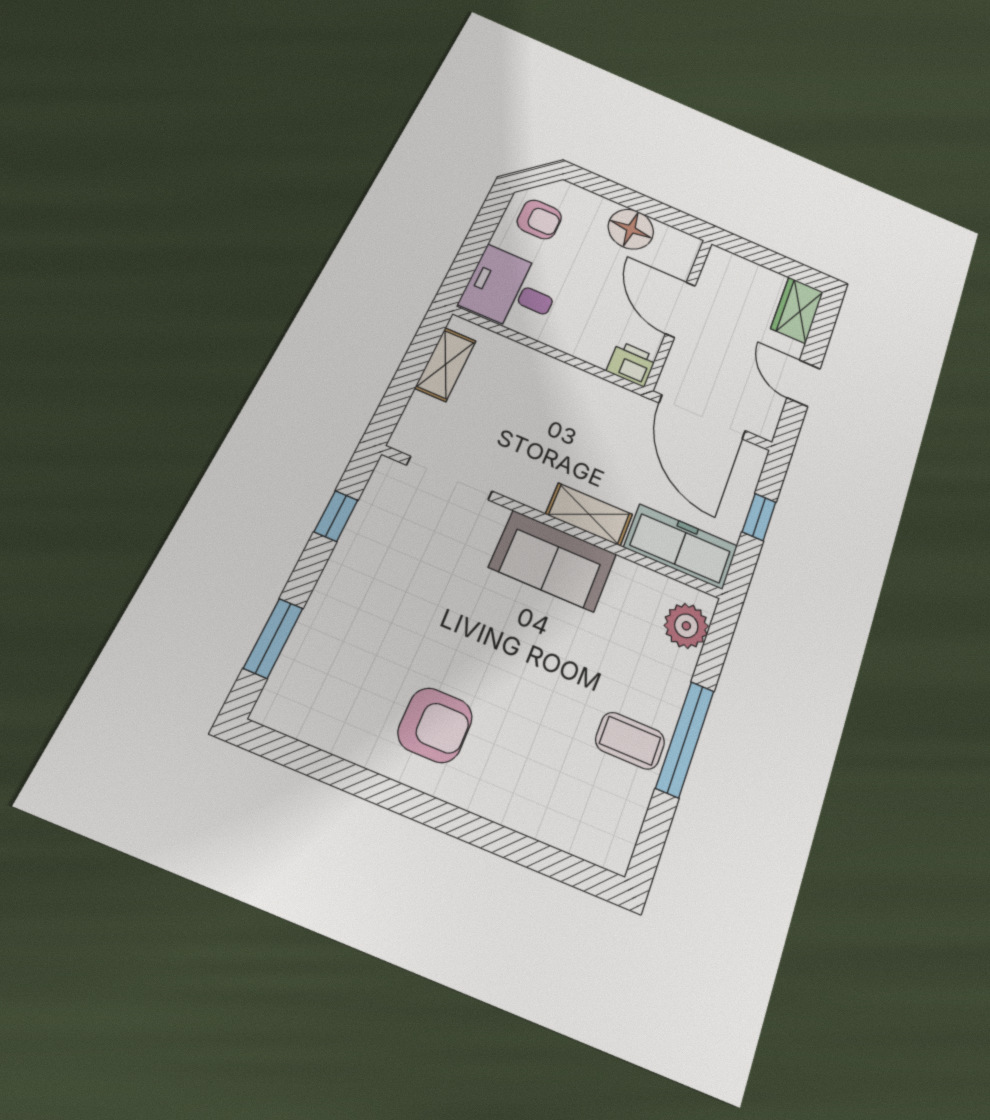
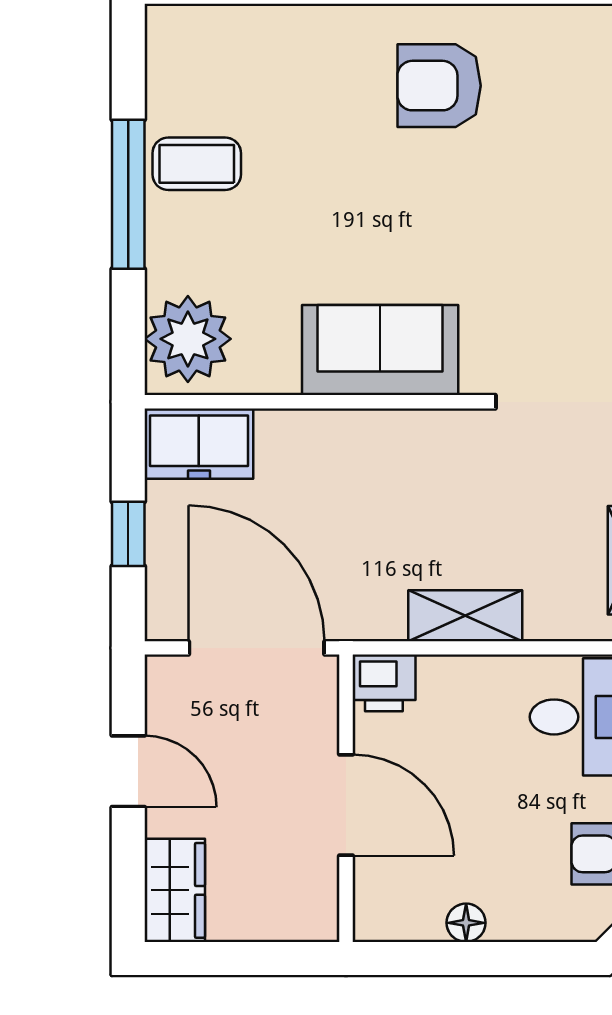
floor lamp: (631, 229) -> (466, 923), width x0.53, depth x0.53
shelving: (589, 514) -> (465, 616), moved
freezer: (681, 547) -> (199, 444), width x0.71
plant: (686, 626) -> (188, 339), width x1.36, depth x1.36

